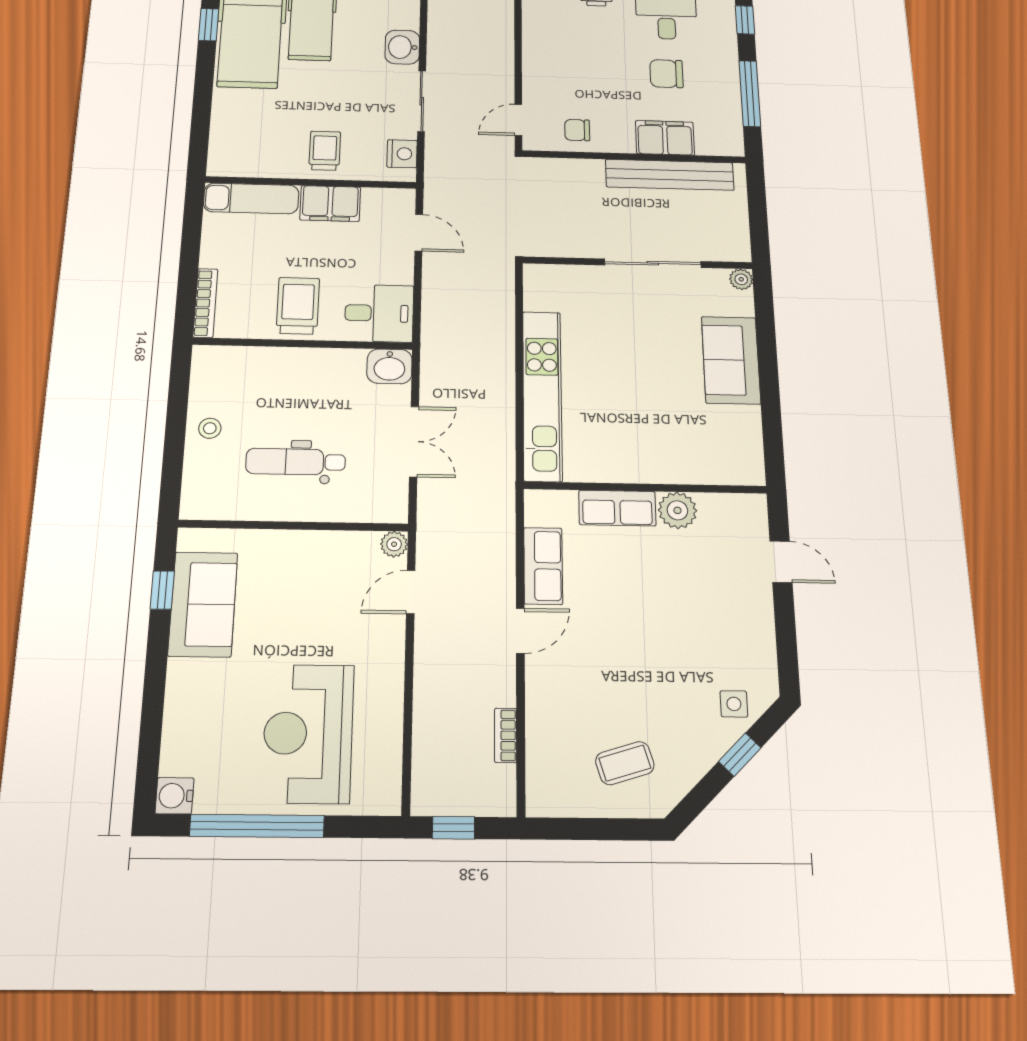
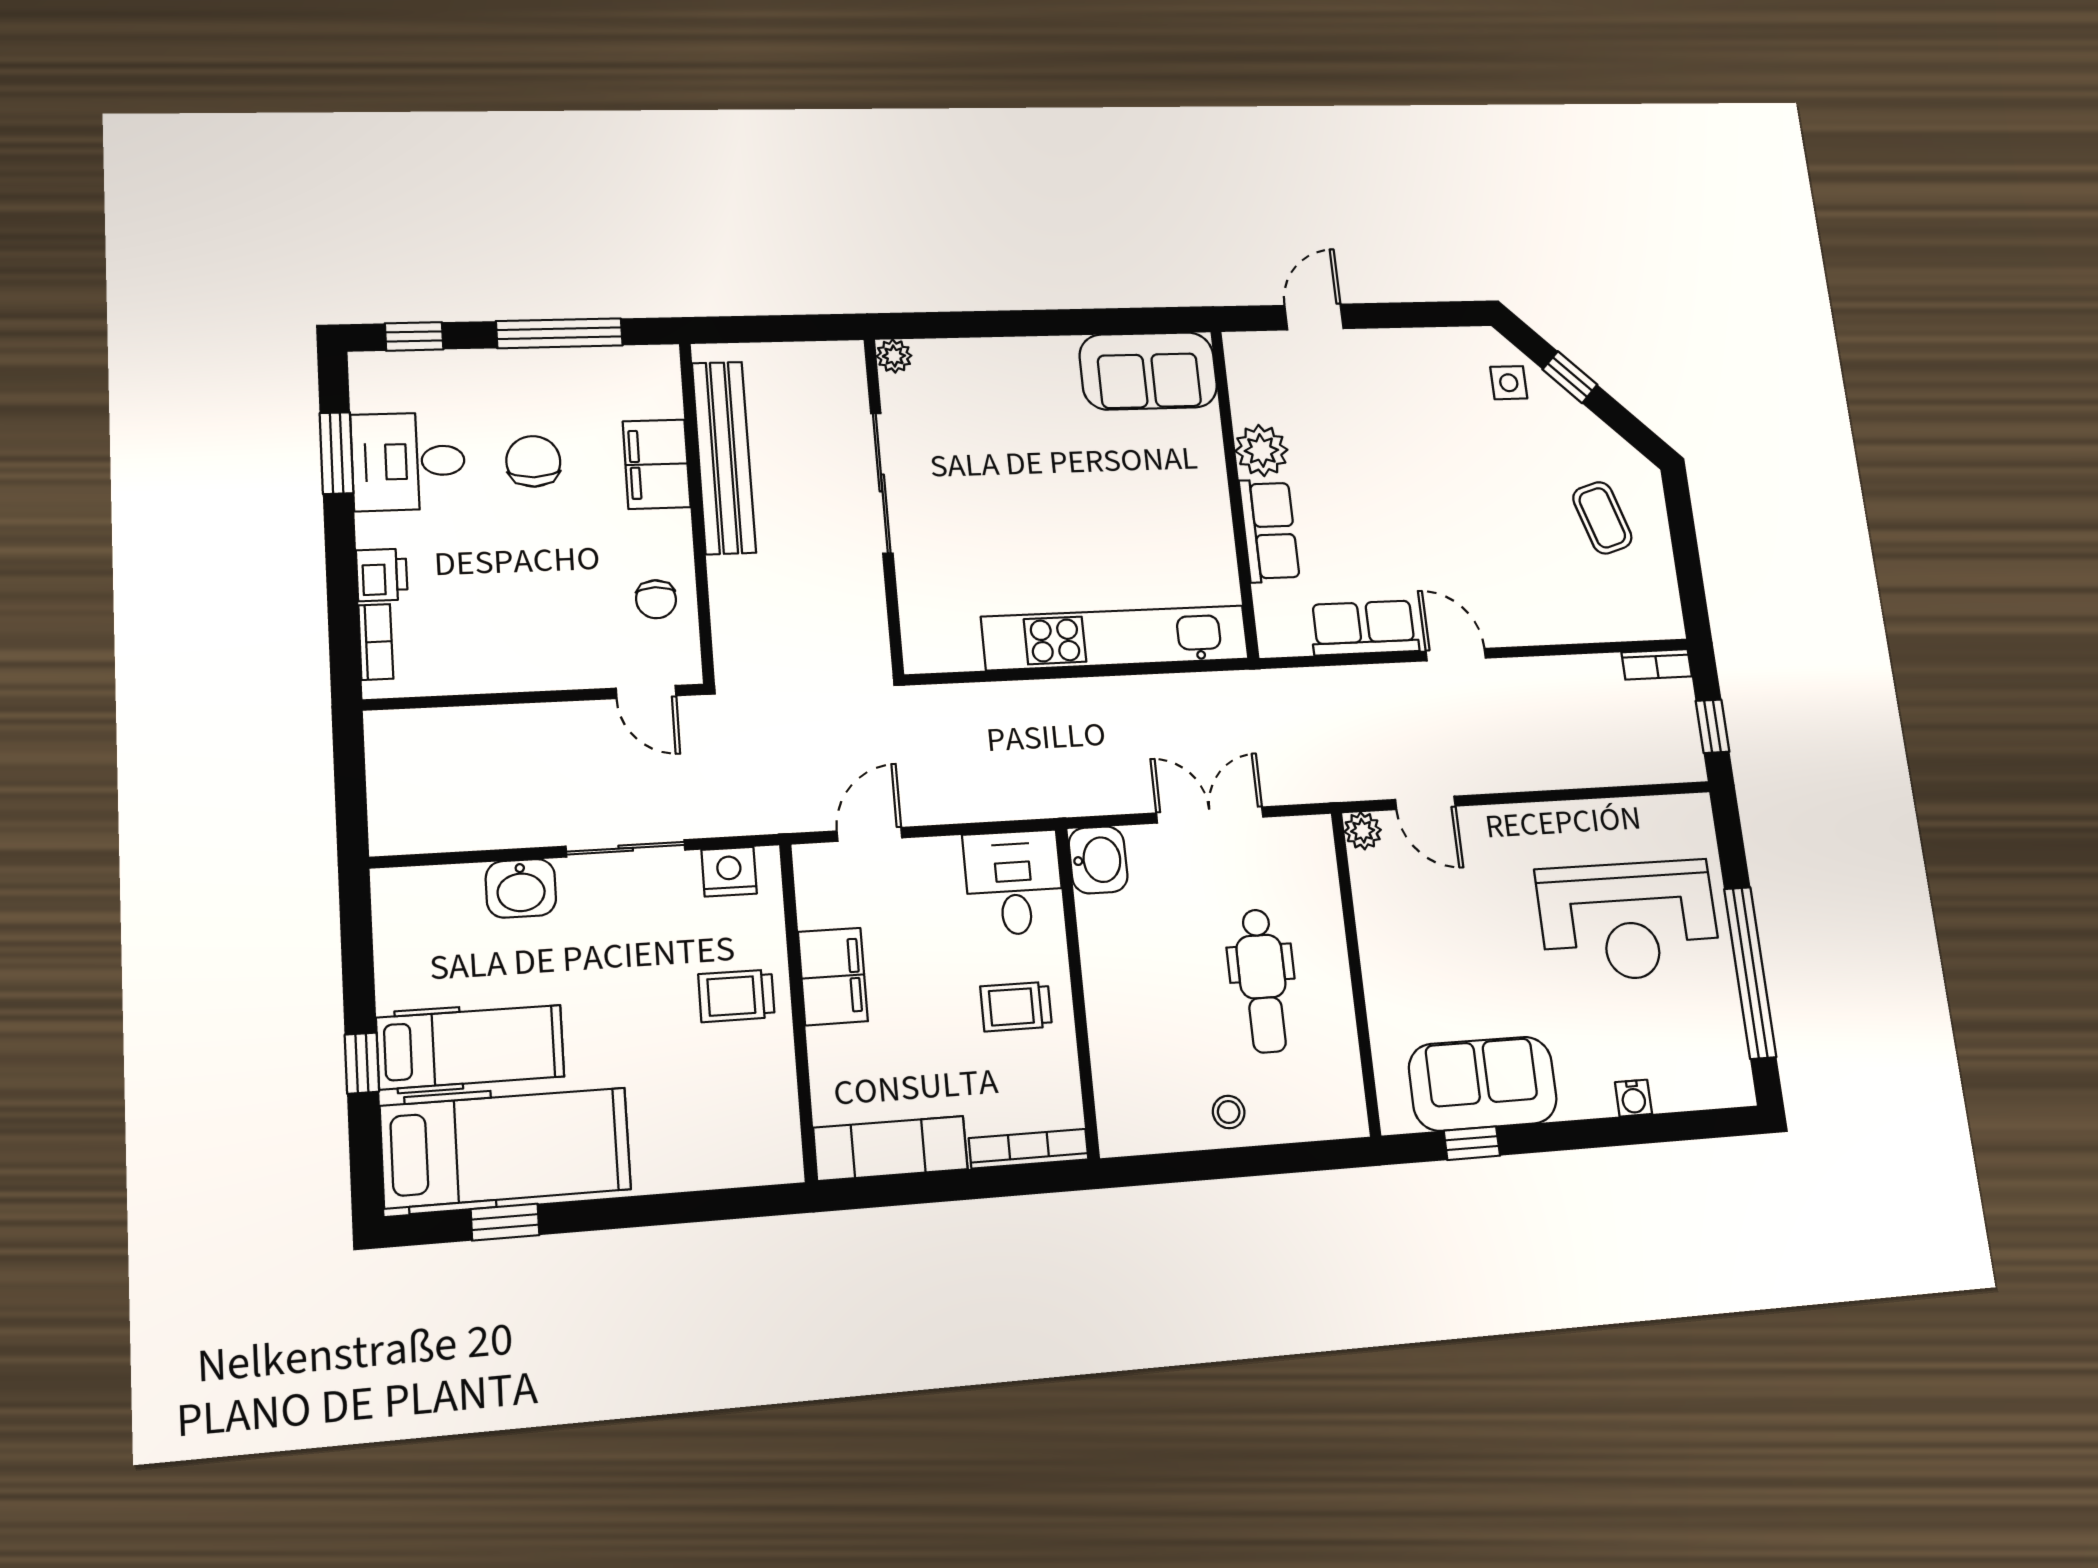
chair: (666, 74) -> (533, 461), turned 180
exam couch: (251, 198) -> (890, 1148), moved, turned -90
trolley: (298, 306) -> (1016, 1007), width x0.73, depth x0.72
sofa: (731, 360) -> (1148, 371), moved
bookcase: (506, 735) -> (1657, 664), moved
water cooler: (175, 796) -> (1633, 1098), moved, width x0.72, depth x0.72

